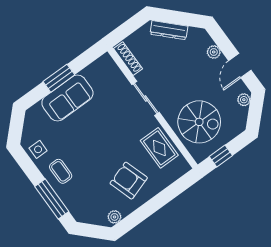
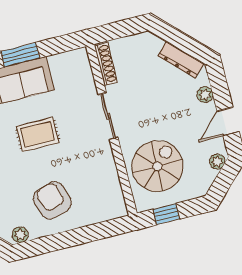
dresser: (169, 30) -> (181, 60), moved
spiral stairs: (199, 122) -> (157, 166), turned -90
rug: (159, 148) -> (38, 134), moved, turned 90

